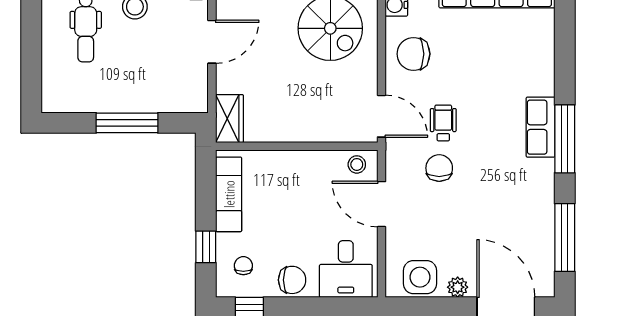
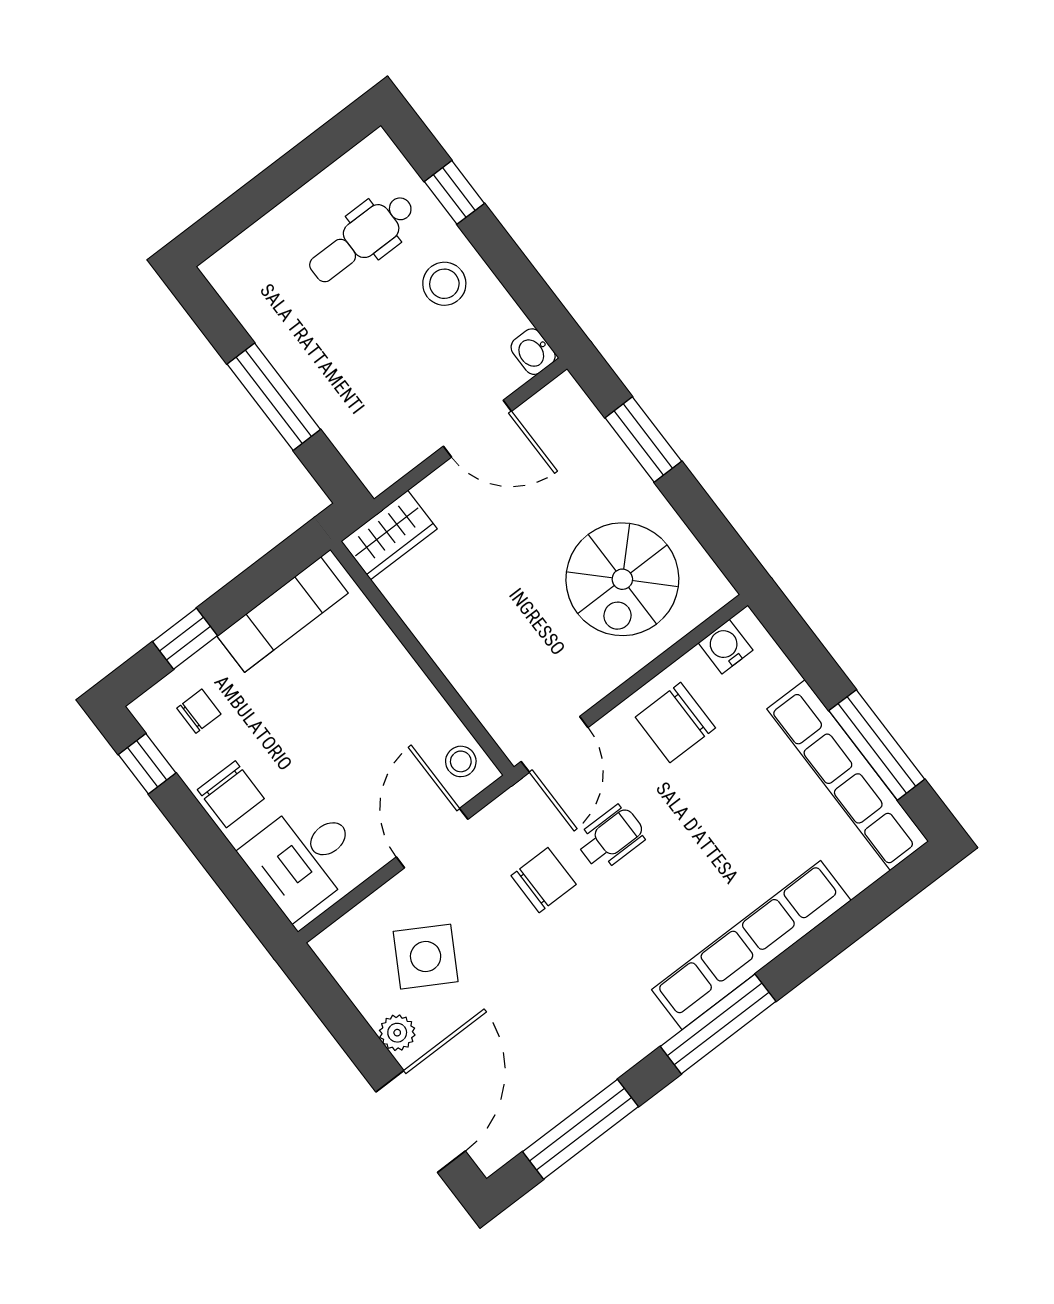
chair: (413, 54) -> (675, 723), turned -90
row of seats: (540, 127) -> (751, 945), width x2.02
side table: (420, 277) -> (426, 957), moved, turned 30

